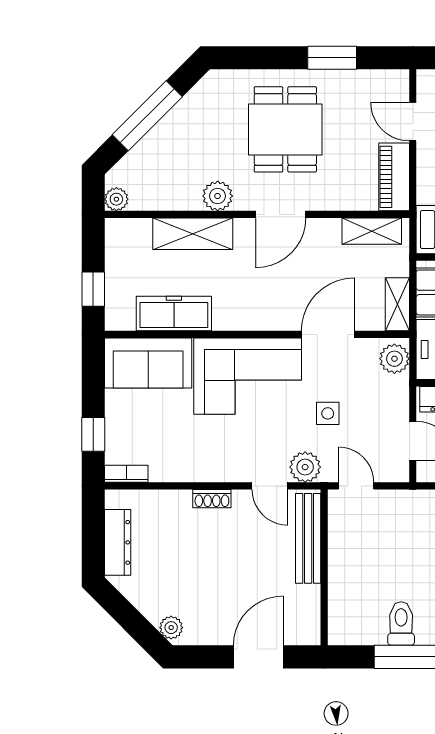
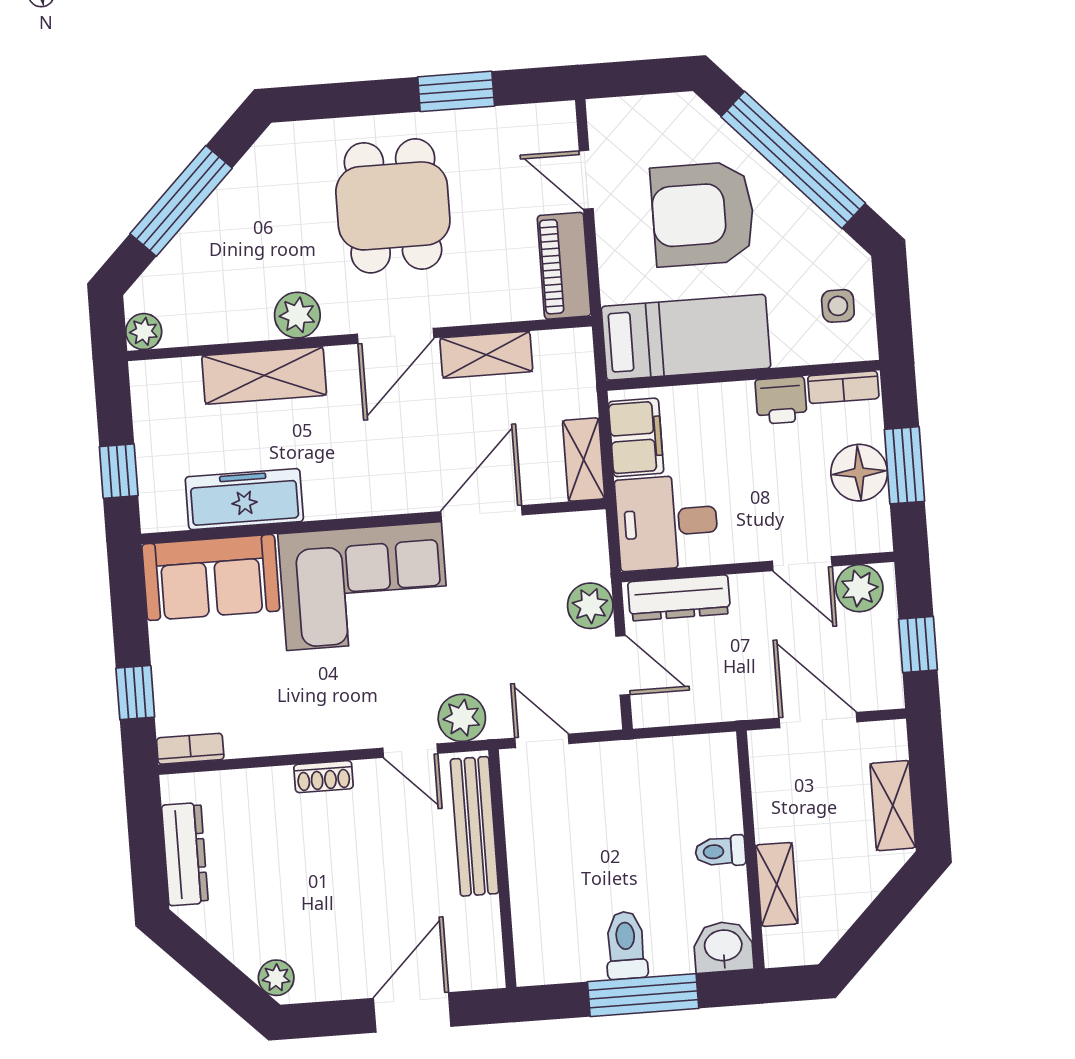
shelving: (372, 231) -> (486, 355), moved
plant: (394, 359) -> (590, 606), moved
side table: (328, 413) -> (490, 634), removed

